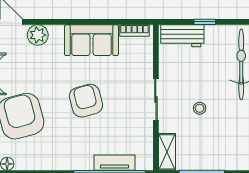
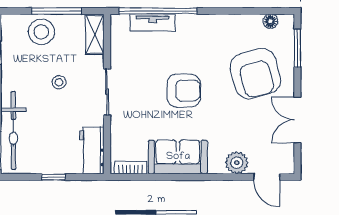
workbench: (182, 36) -> (92, 150), moved, turned -90
armchair: (86, 101) -> (184, 91), turned -75
stool: (216, 154) -> (41, 32), added

